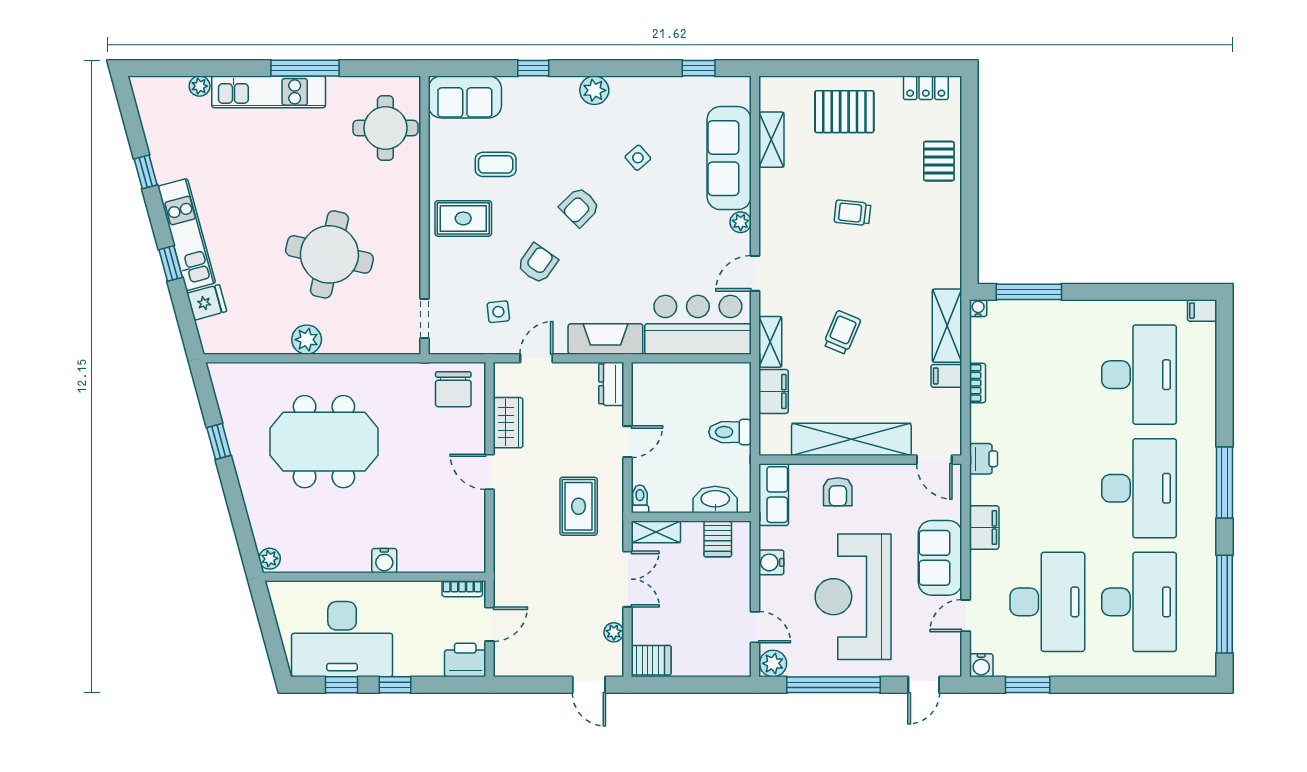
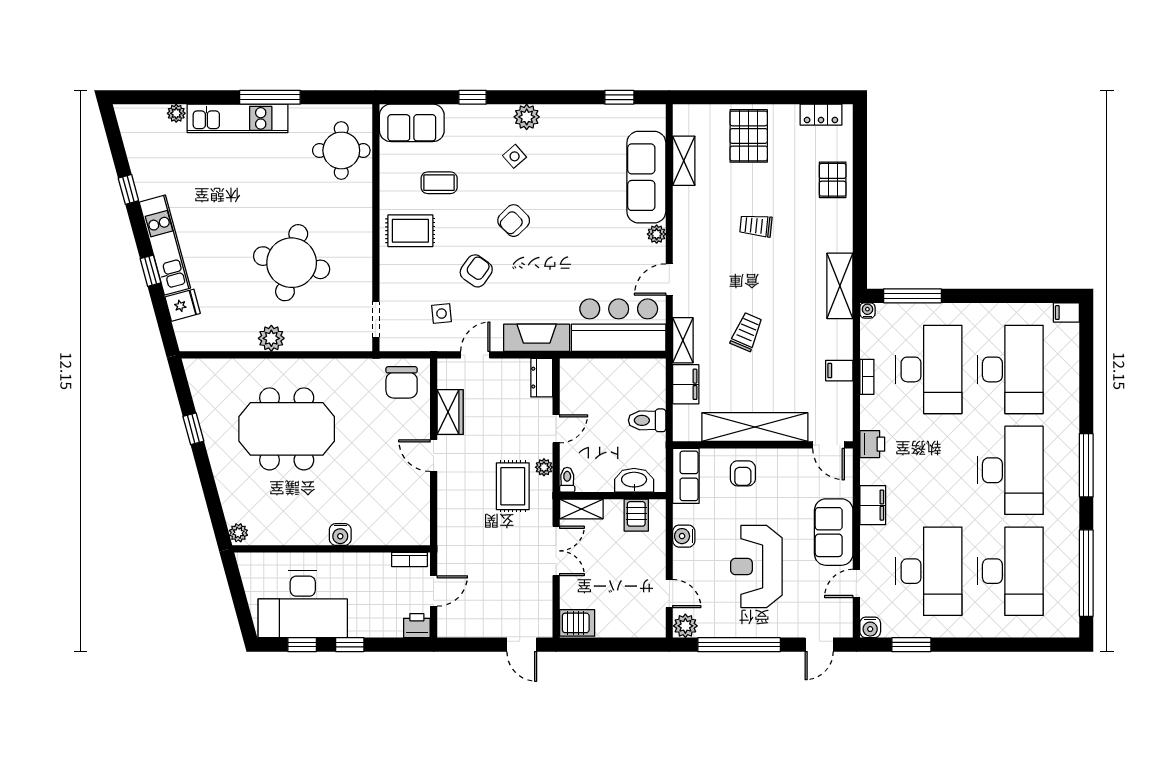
pallet: (844, 112) -> (749, 136), turned 90
side table: (638, 158) -> (515, 156), moved
shelving: (947, 326) -> (840, 286), moved
desk: (1047, 375) -> (929, 369), added
reception desk: (853, 597) -> (756, 567), width x0.74, depth x0.77
plant: (614, 632) -> (544, 467), moved
printer: (465, 660) -> (417, 626), width x0.73, depth x0.81

